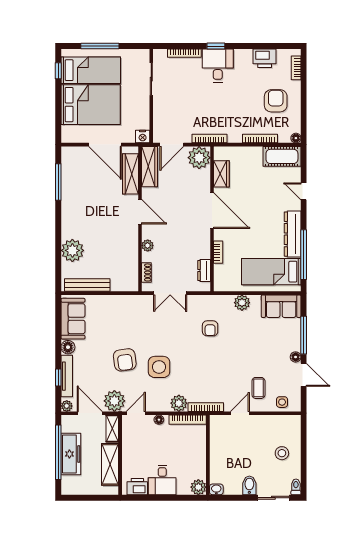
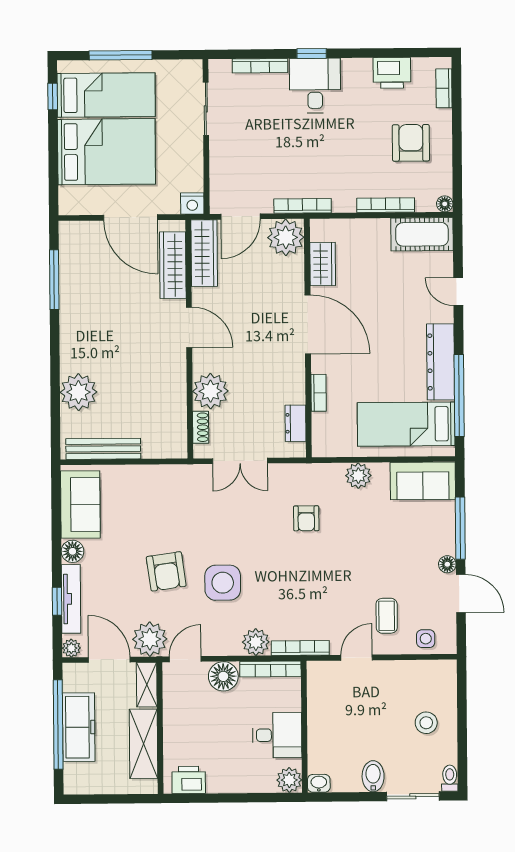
plant: (148, 245) -> (210, 391), width x1.88, depth x1.88
floor lamp: (159, 420) -> (223, 676), width x1.89, depth x1.89
desk: (162, 480) -> (277, 735), moved, turned -90

